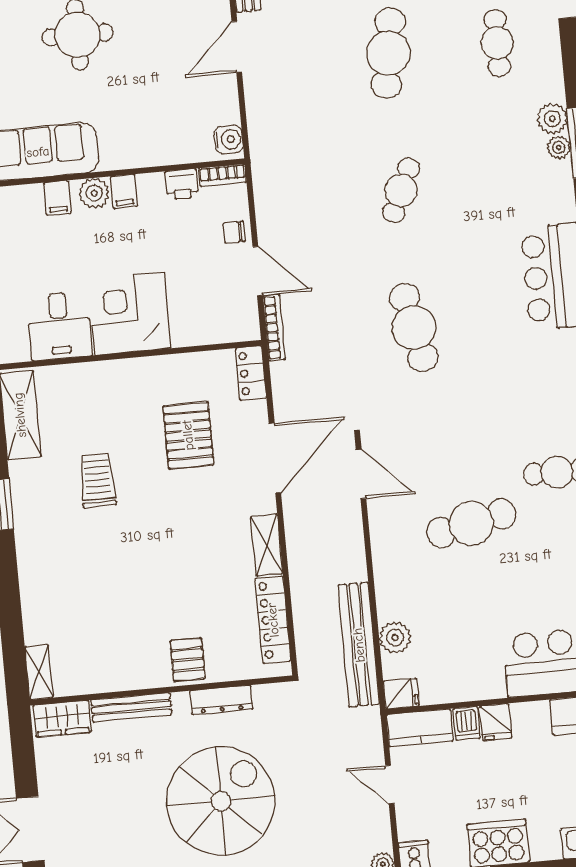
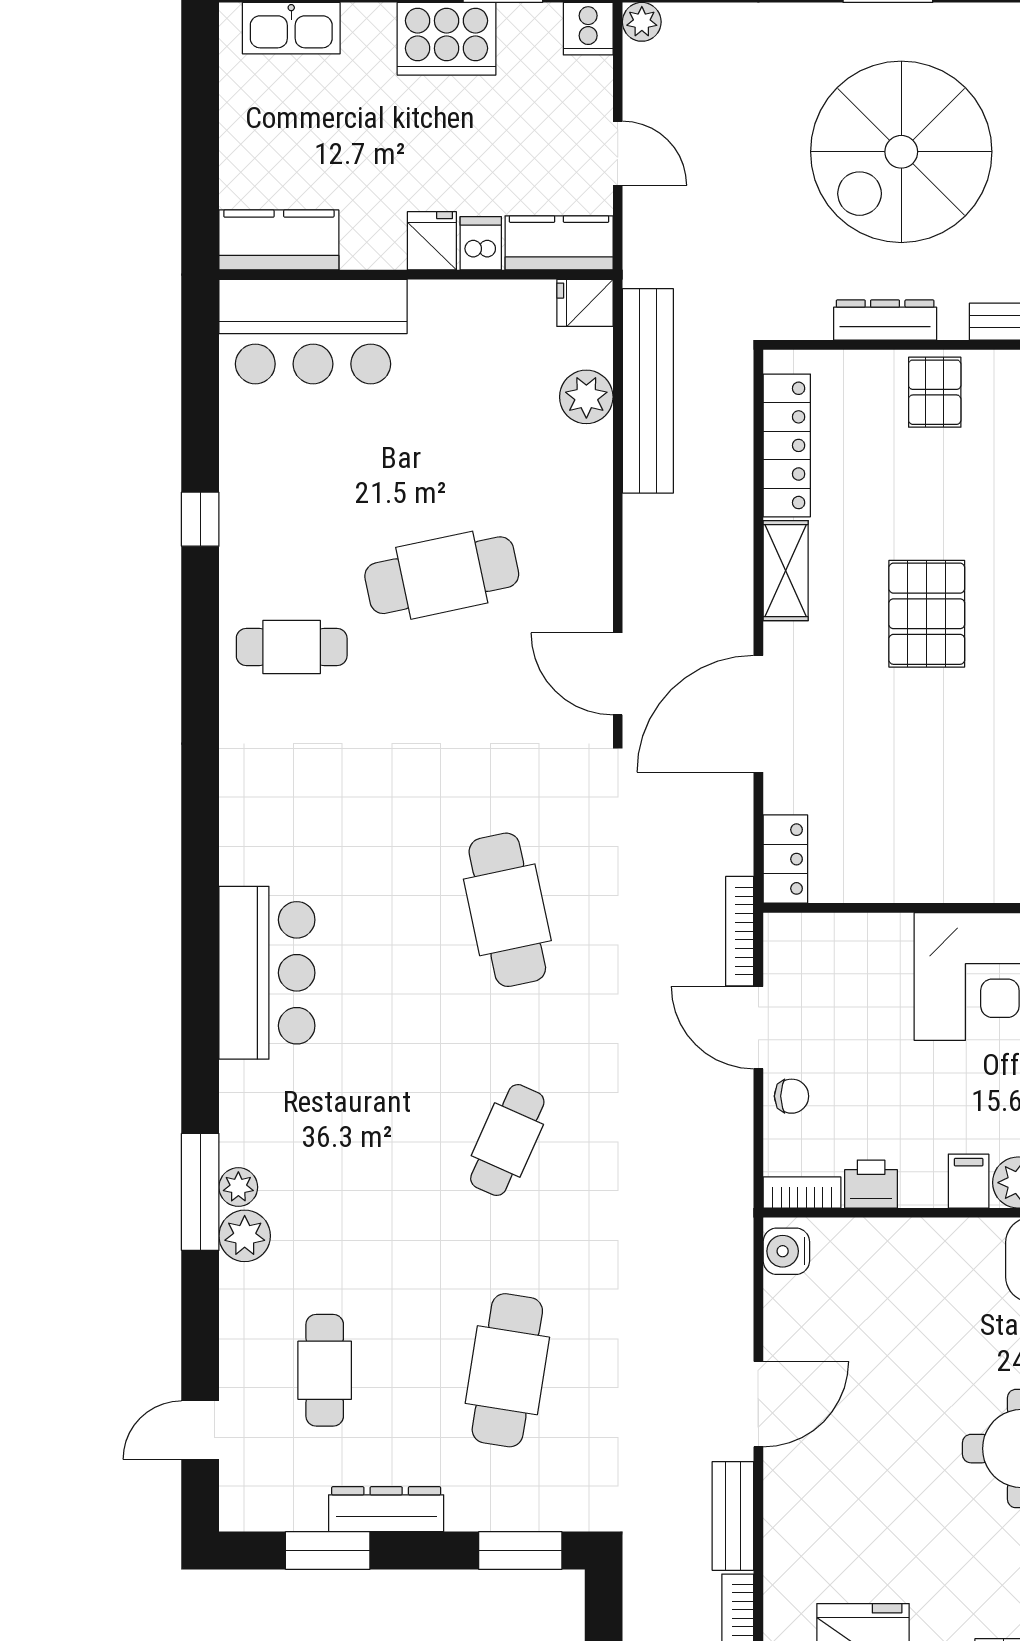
pallet: (188, 435) -> (927, 614), moved

